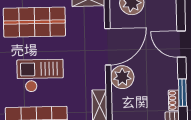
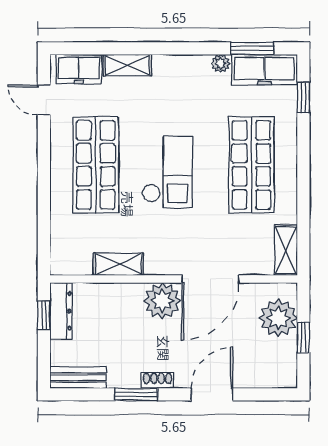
door: (108, 47) -> (210, 279), hinge flipped
shoe rack: (174, 100) -> (157, 381), moved

